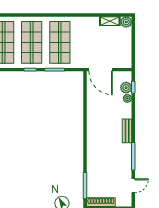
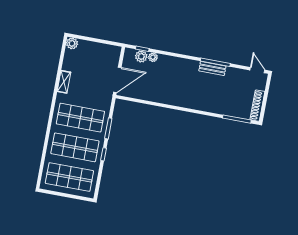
shelving: (110, 21) -> (64, 82), moved
bench: (127, 131) -> (212, 68), moved
door: (133, 186) -> (257, 70), moved

